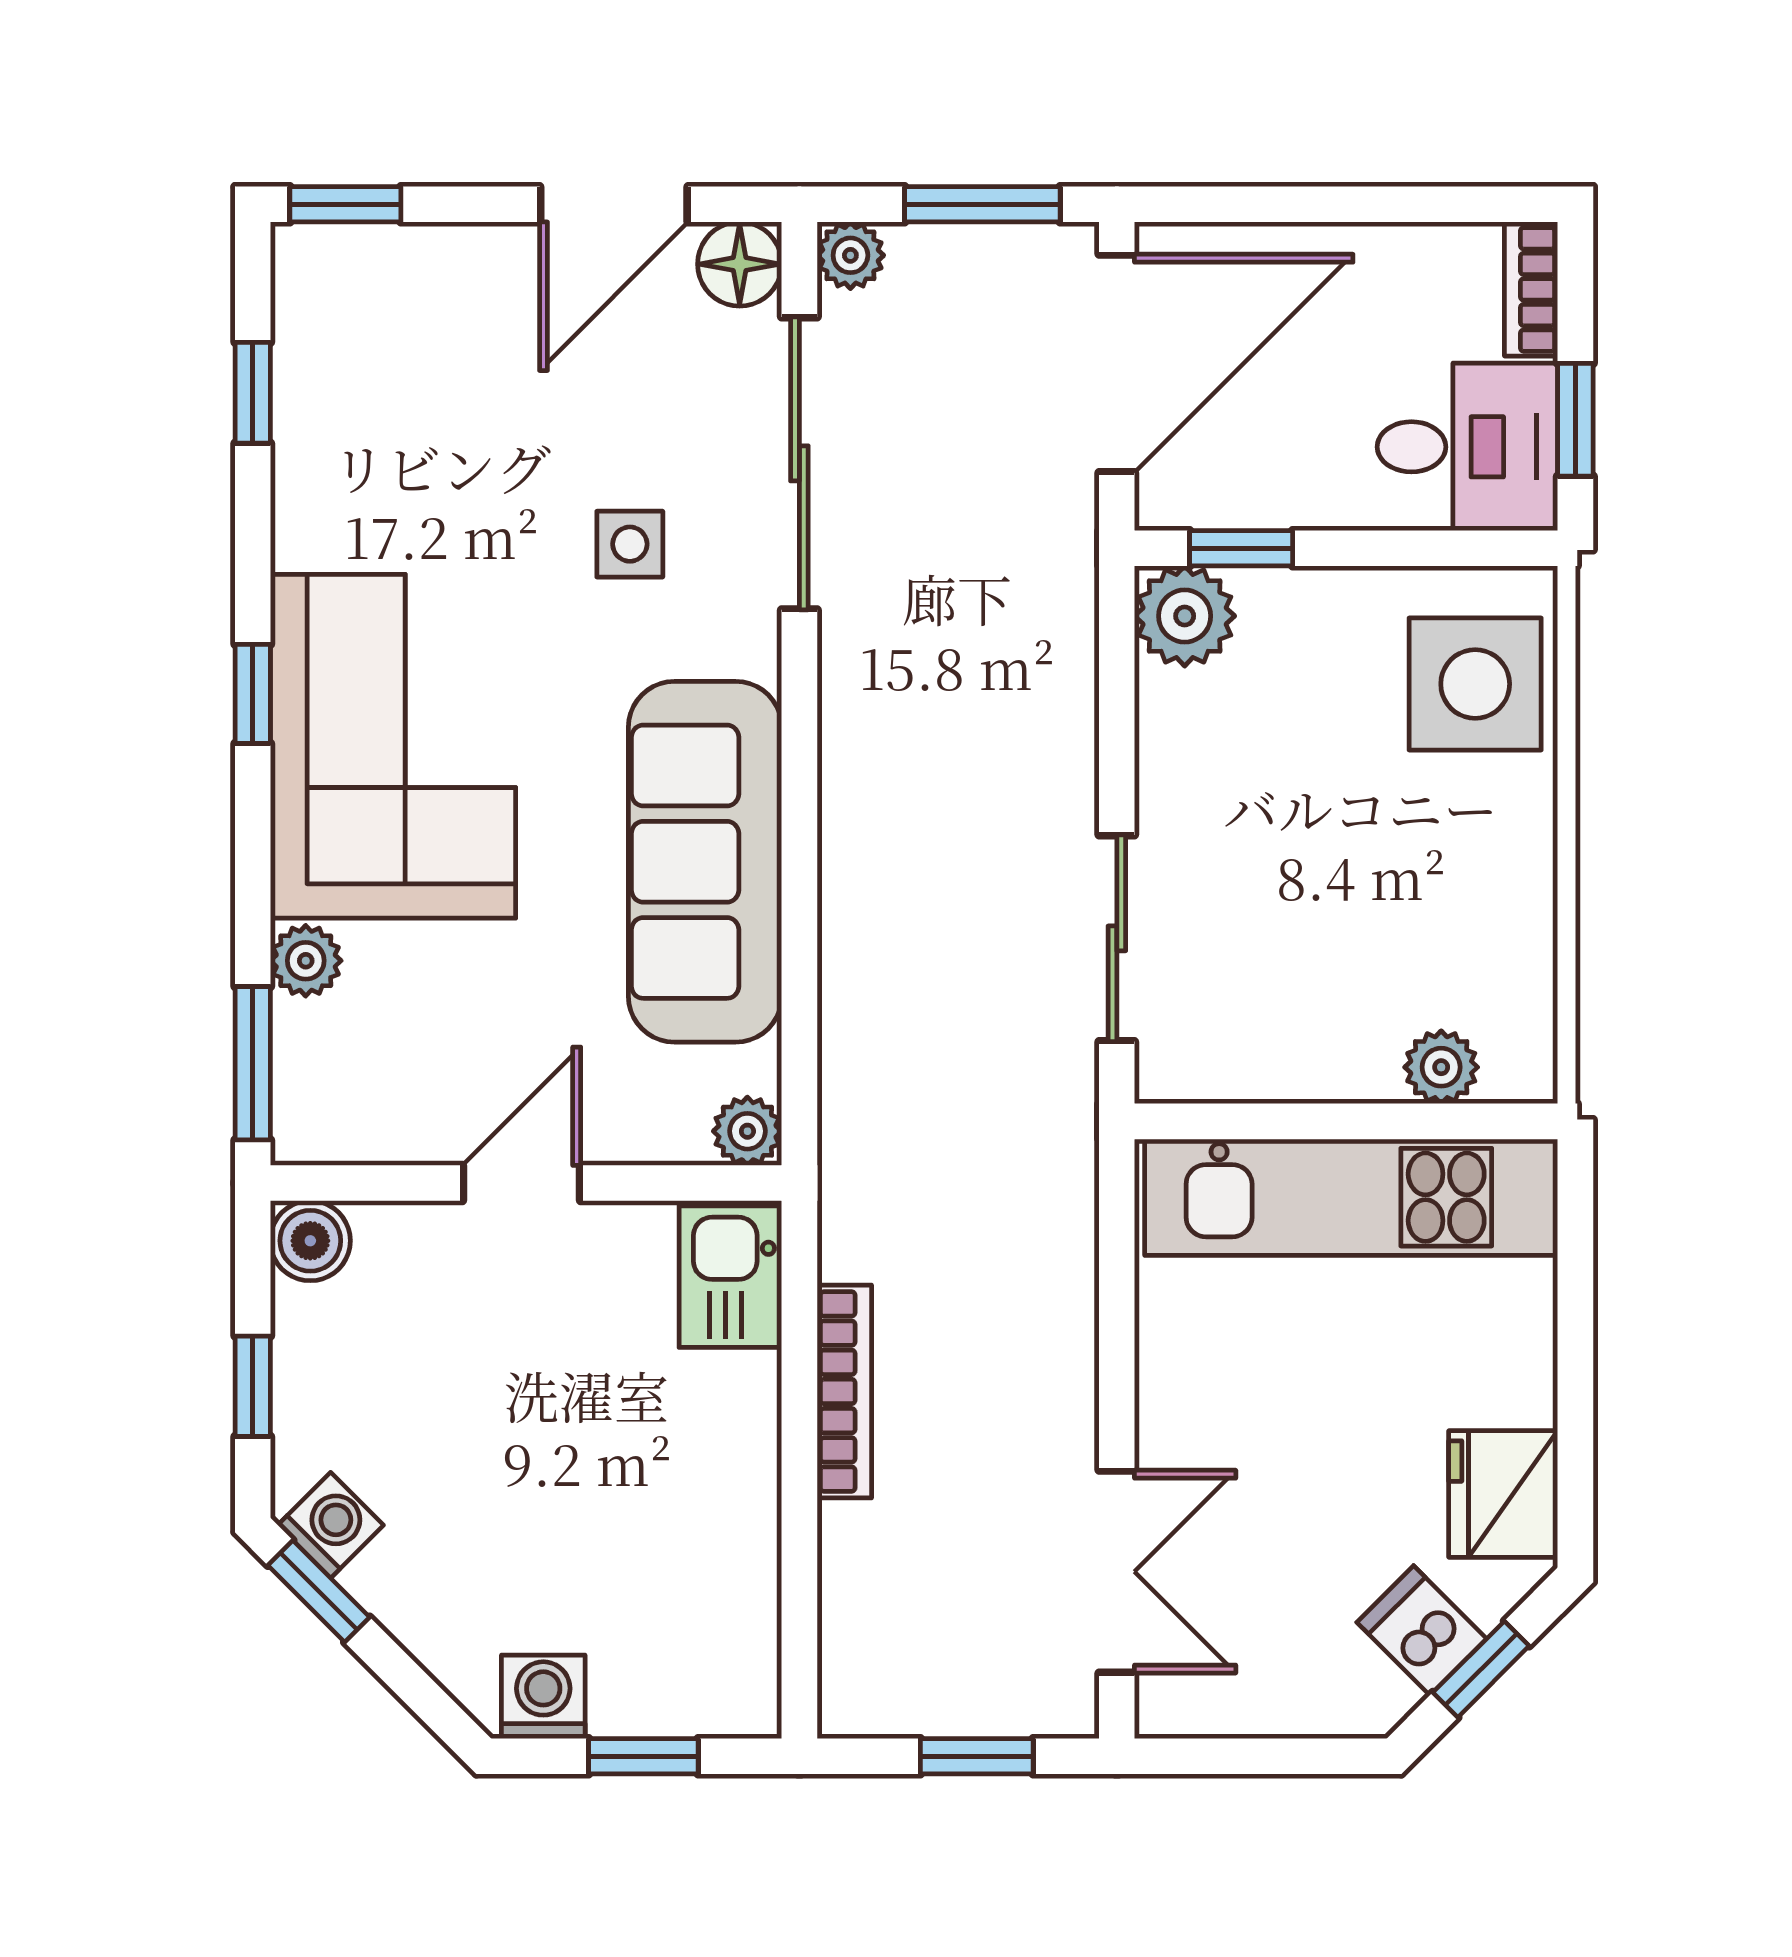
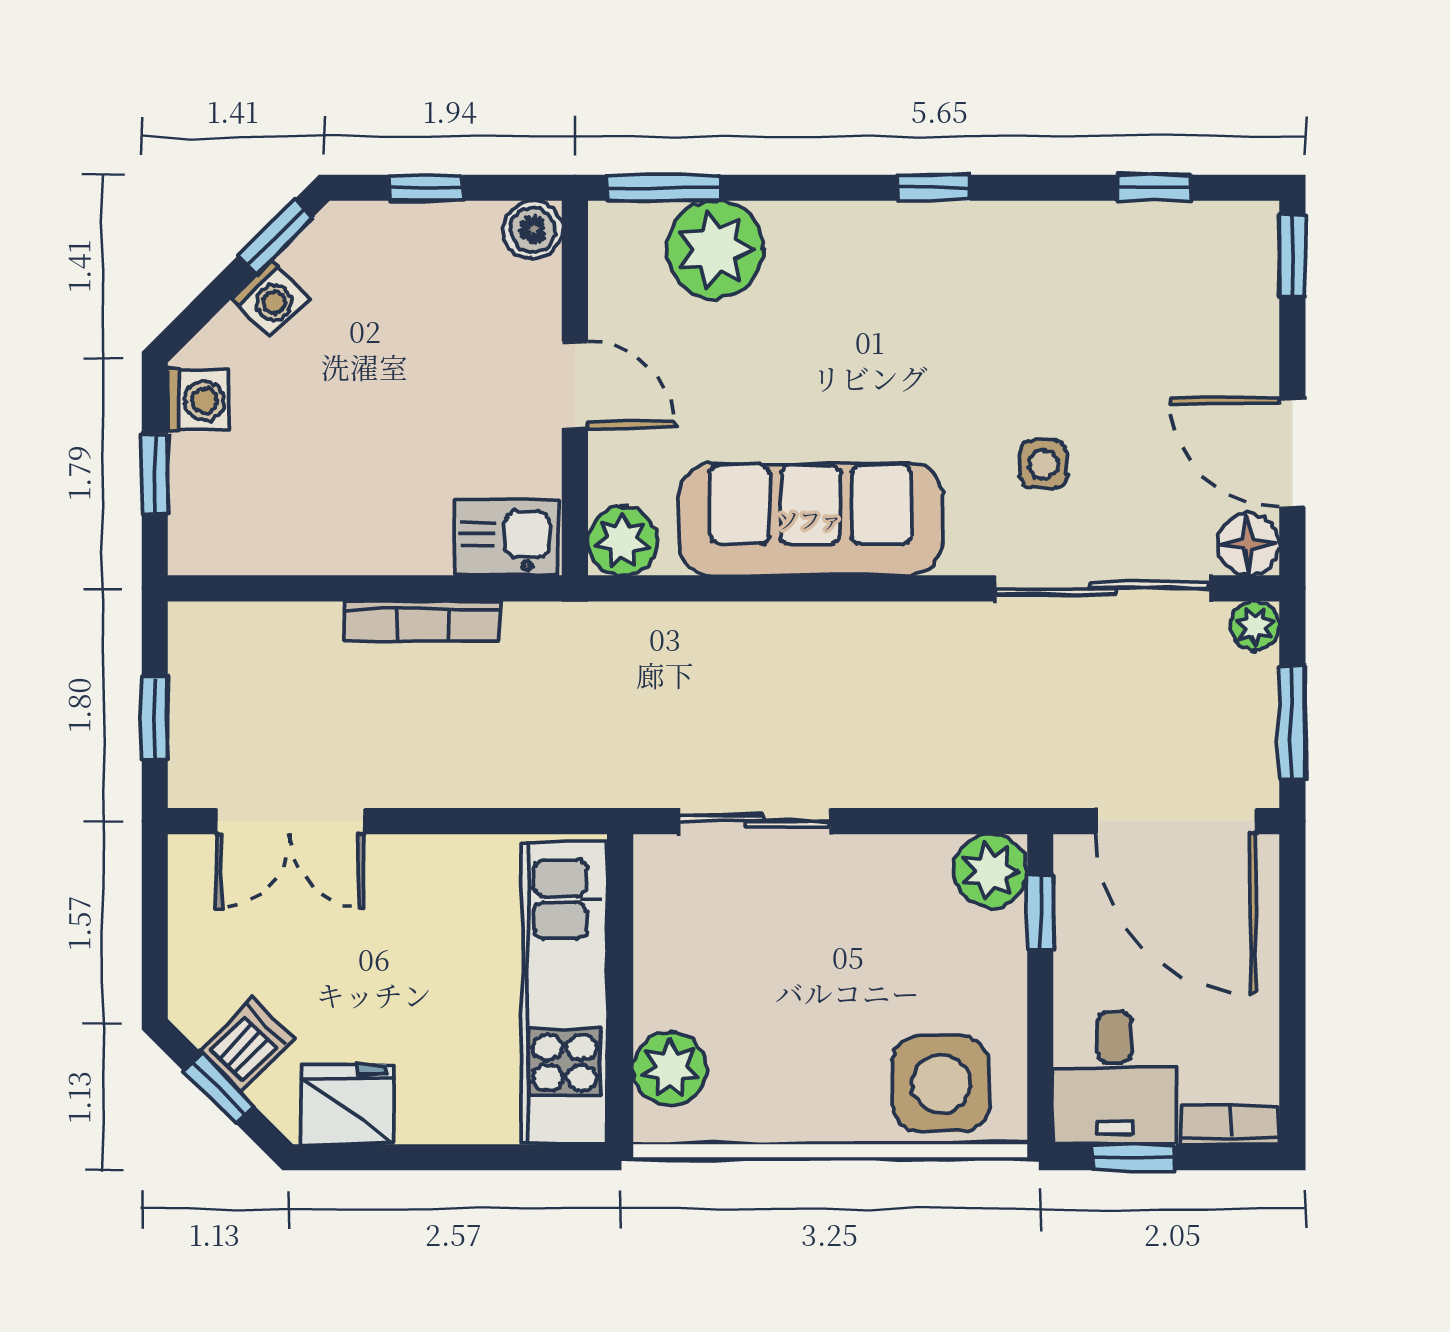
corner sofa: (393, 746) -> (895, 291), removed
plant: (306, 961) -> (715, 249), width x1.87, depth x1.87
plant: (1441, 1067) -> (670, 1069), width x1.38, depth x1.38
plant: (747, 1131) -> (622, 541), width x1.38, depth x1.38
washing machine: (331, 1525) -> (270, 299), moved

